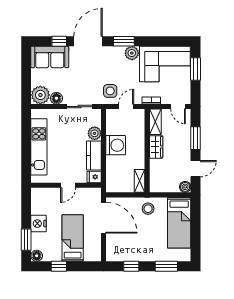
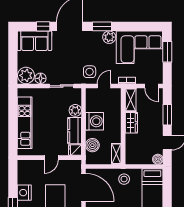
boiler: (113, 171) -> (92, 145), added

